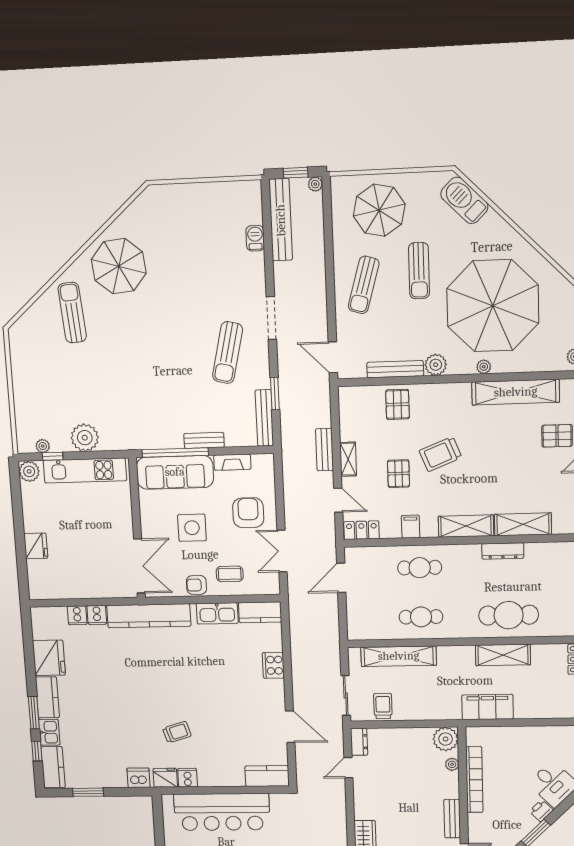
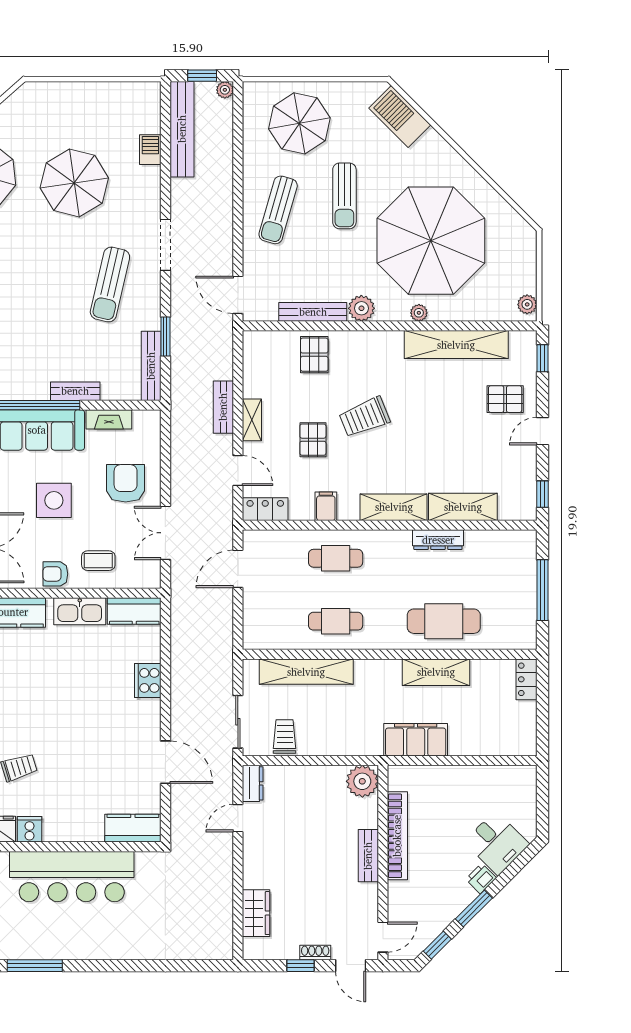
parasol: (194, 269) -> (74, 183), added
plant: (452, 764) -> (370, 815), removed
bench: (452, 819) -> (368, 856), moved

